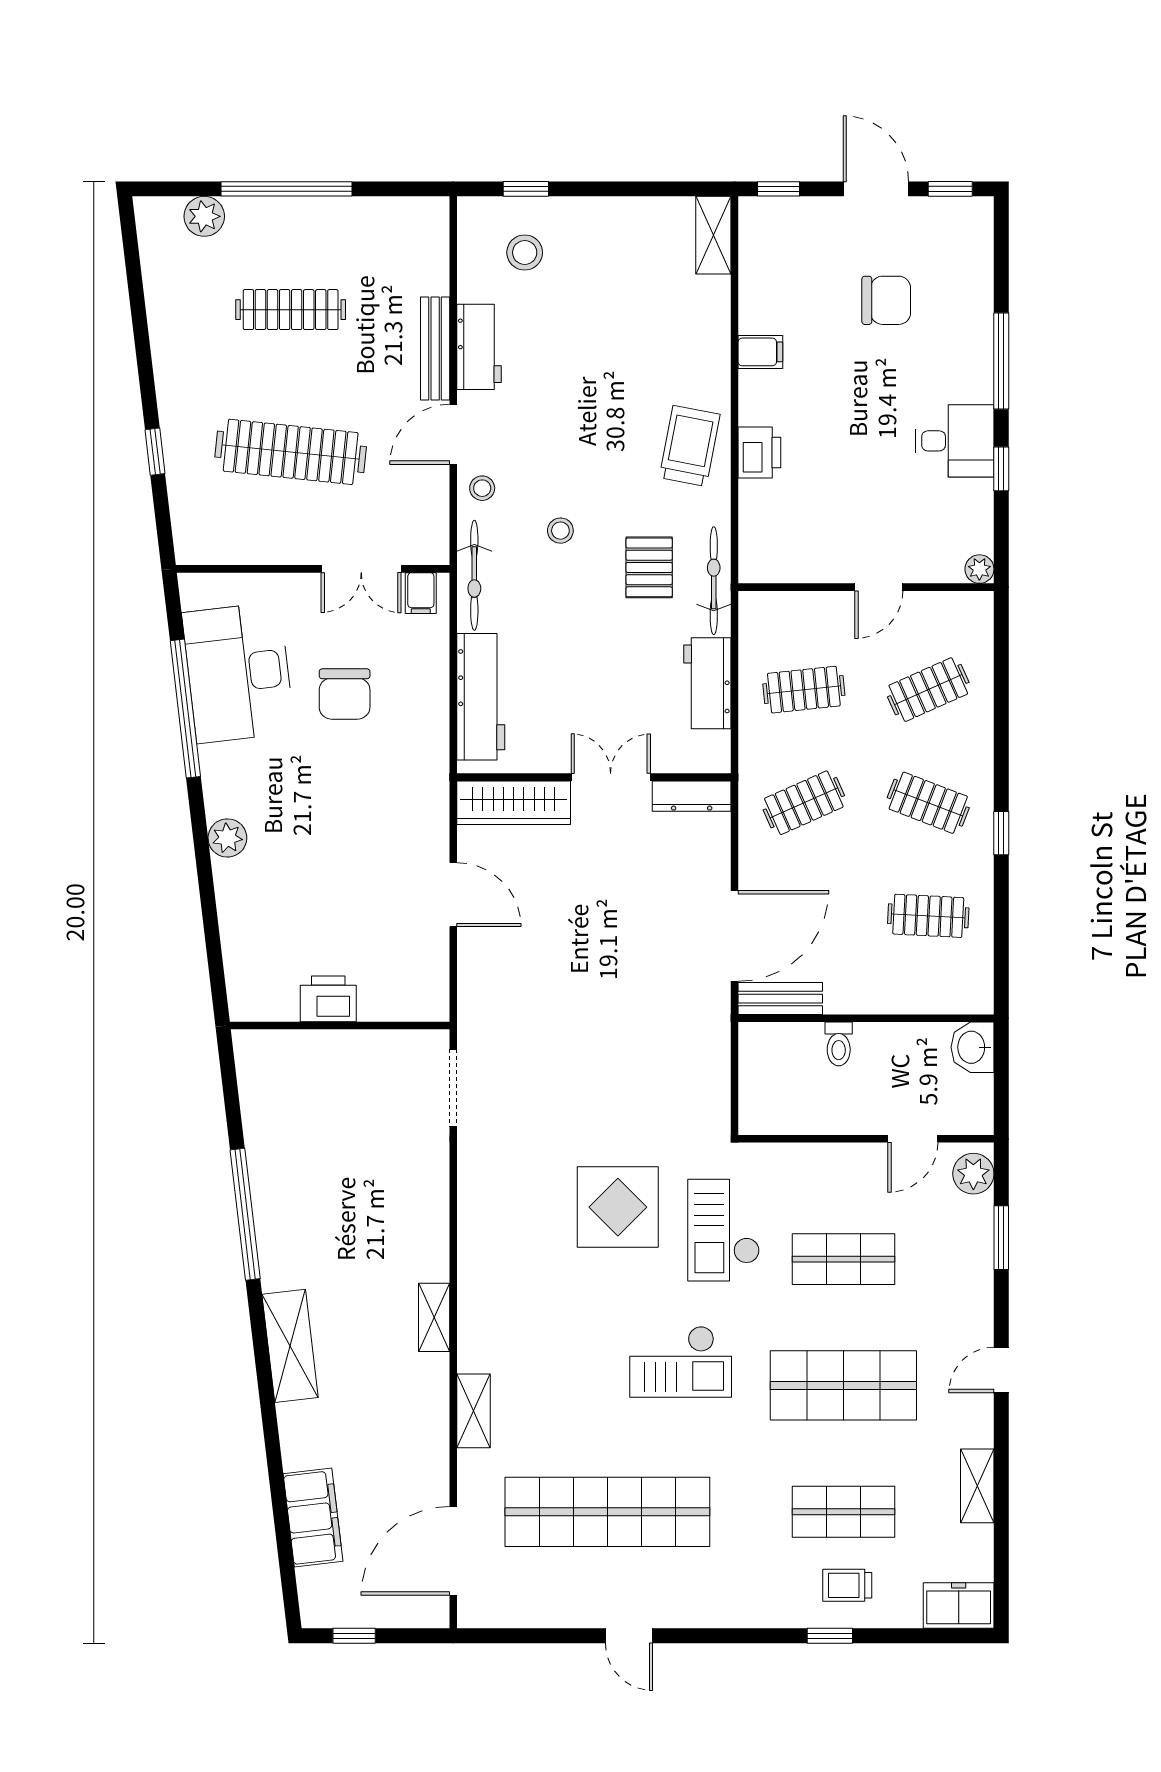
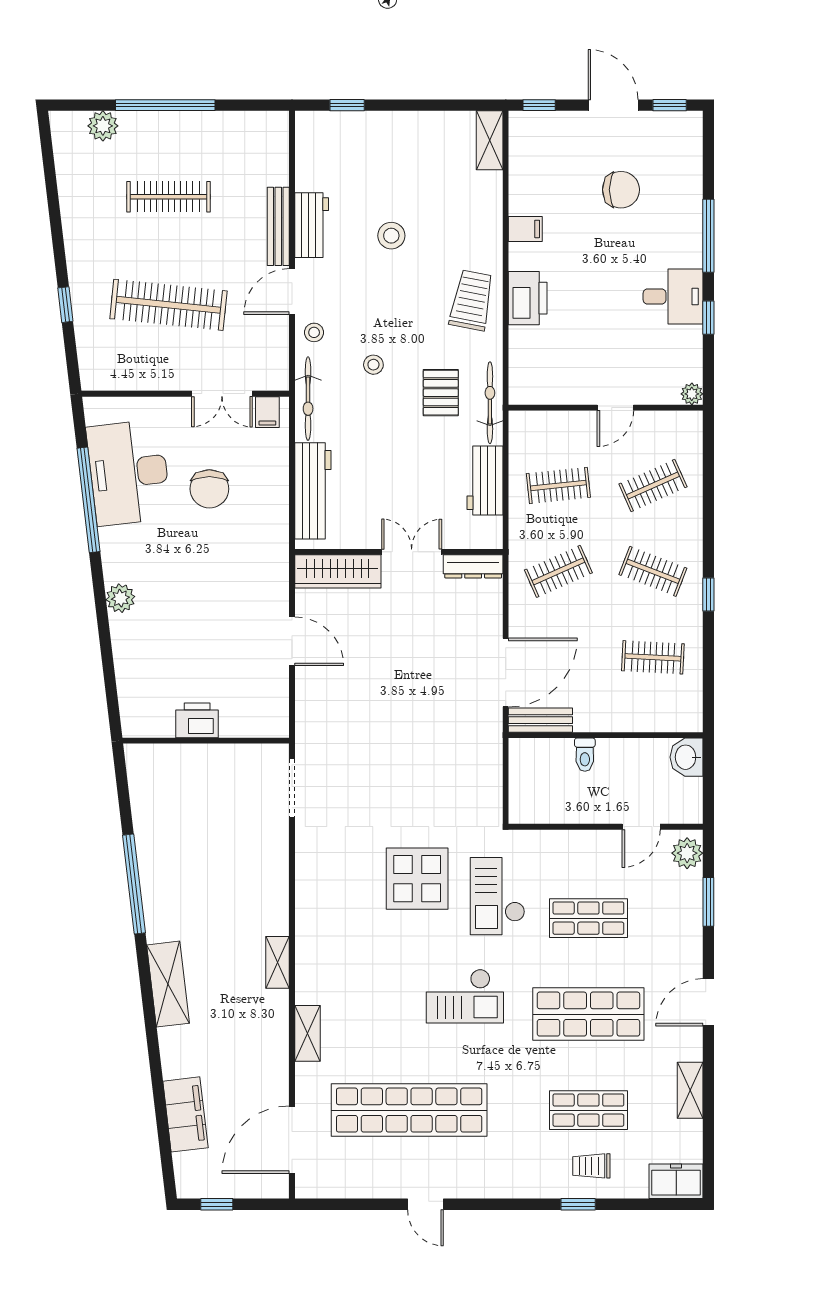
stool: (525, 253) -> (391, 236), moved
printer: (759, 453) -> (528, 298), width x1.37, depth x1.19
door: (1001, 1370) -> (708, 1002), width x1.38

